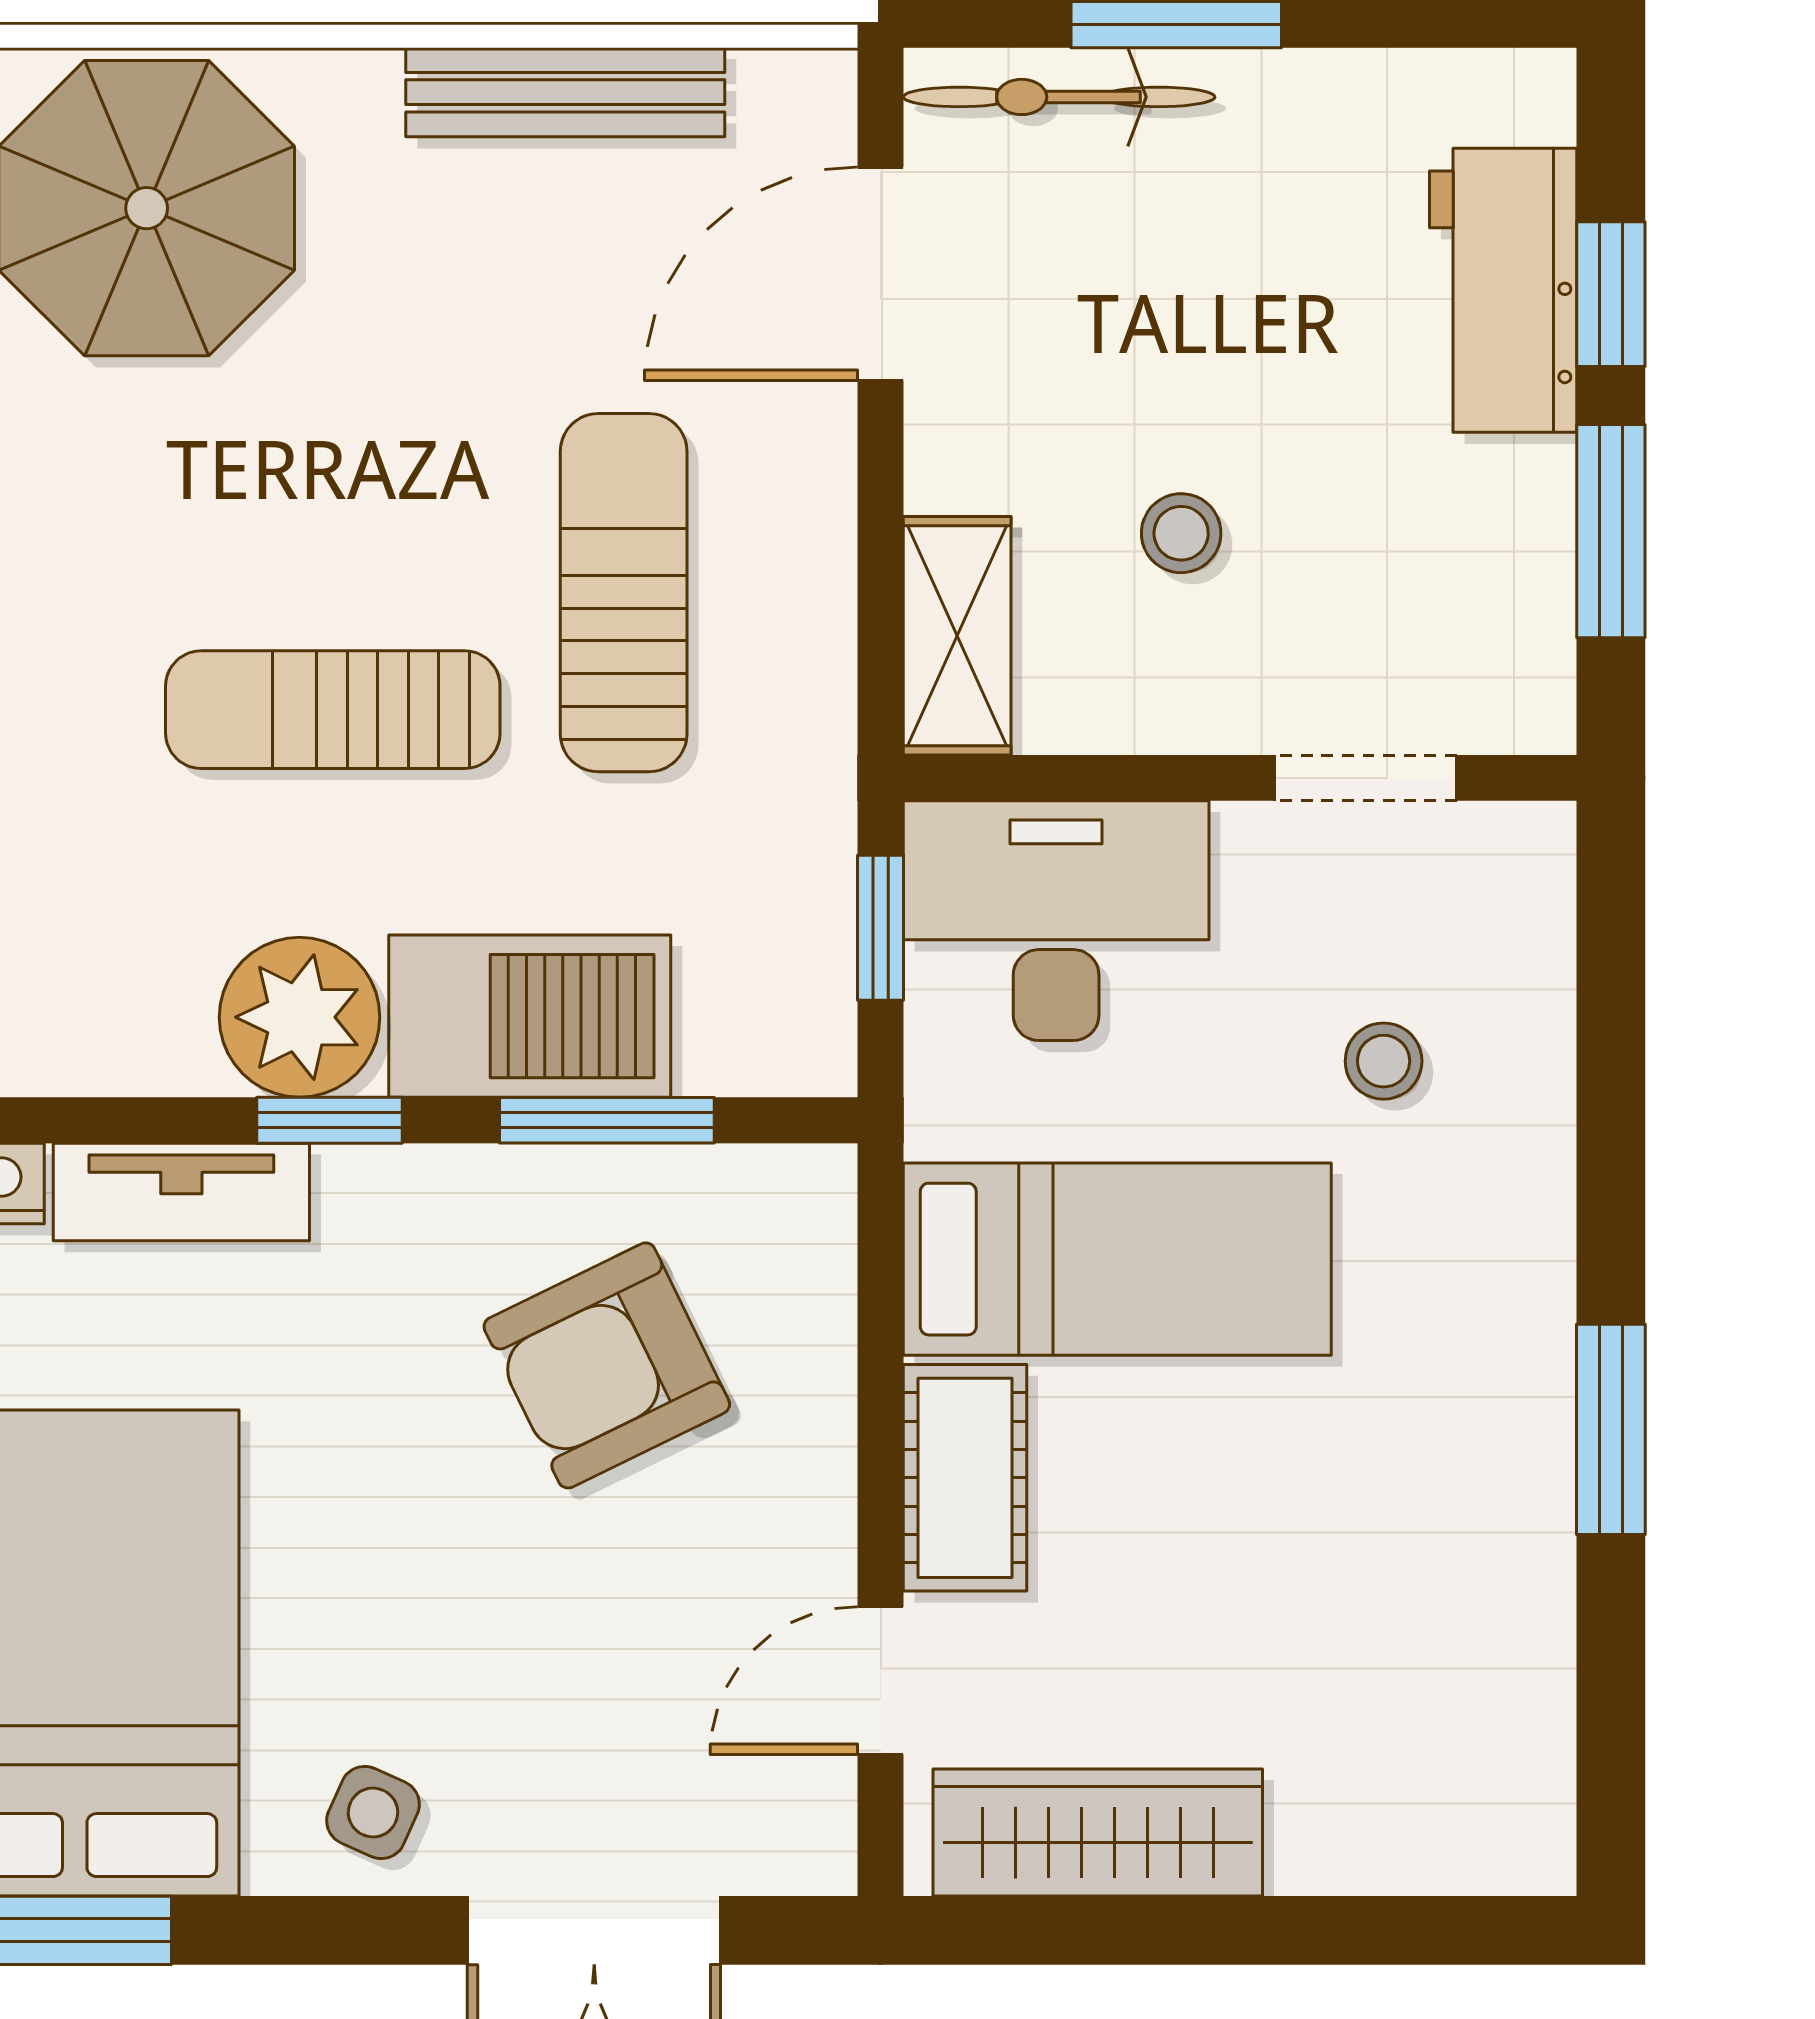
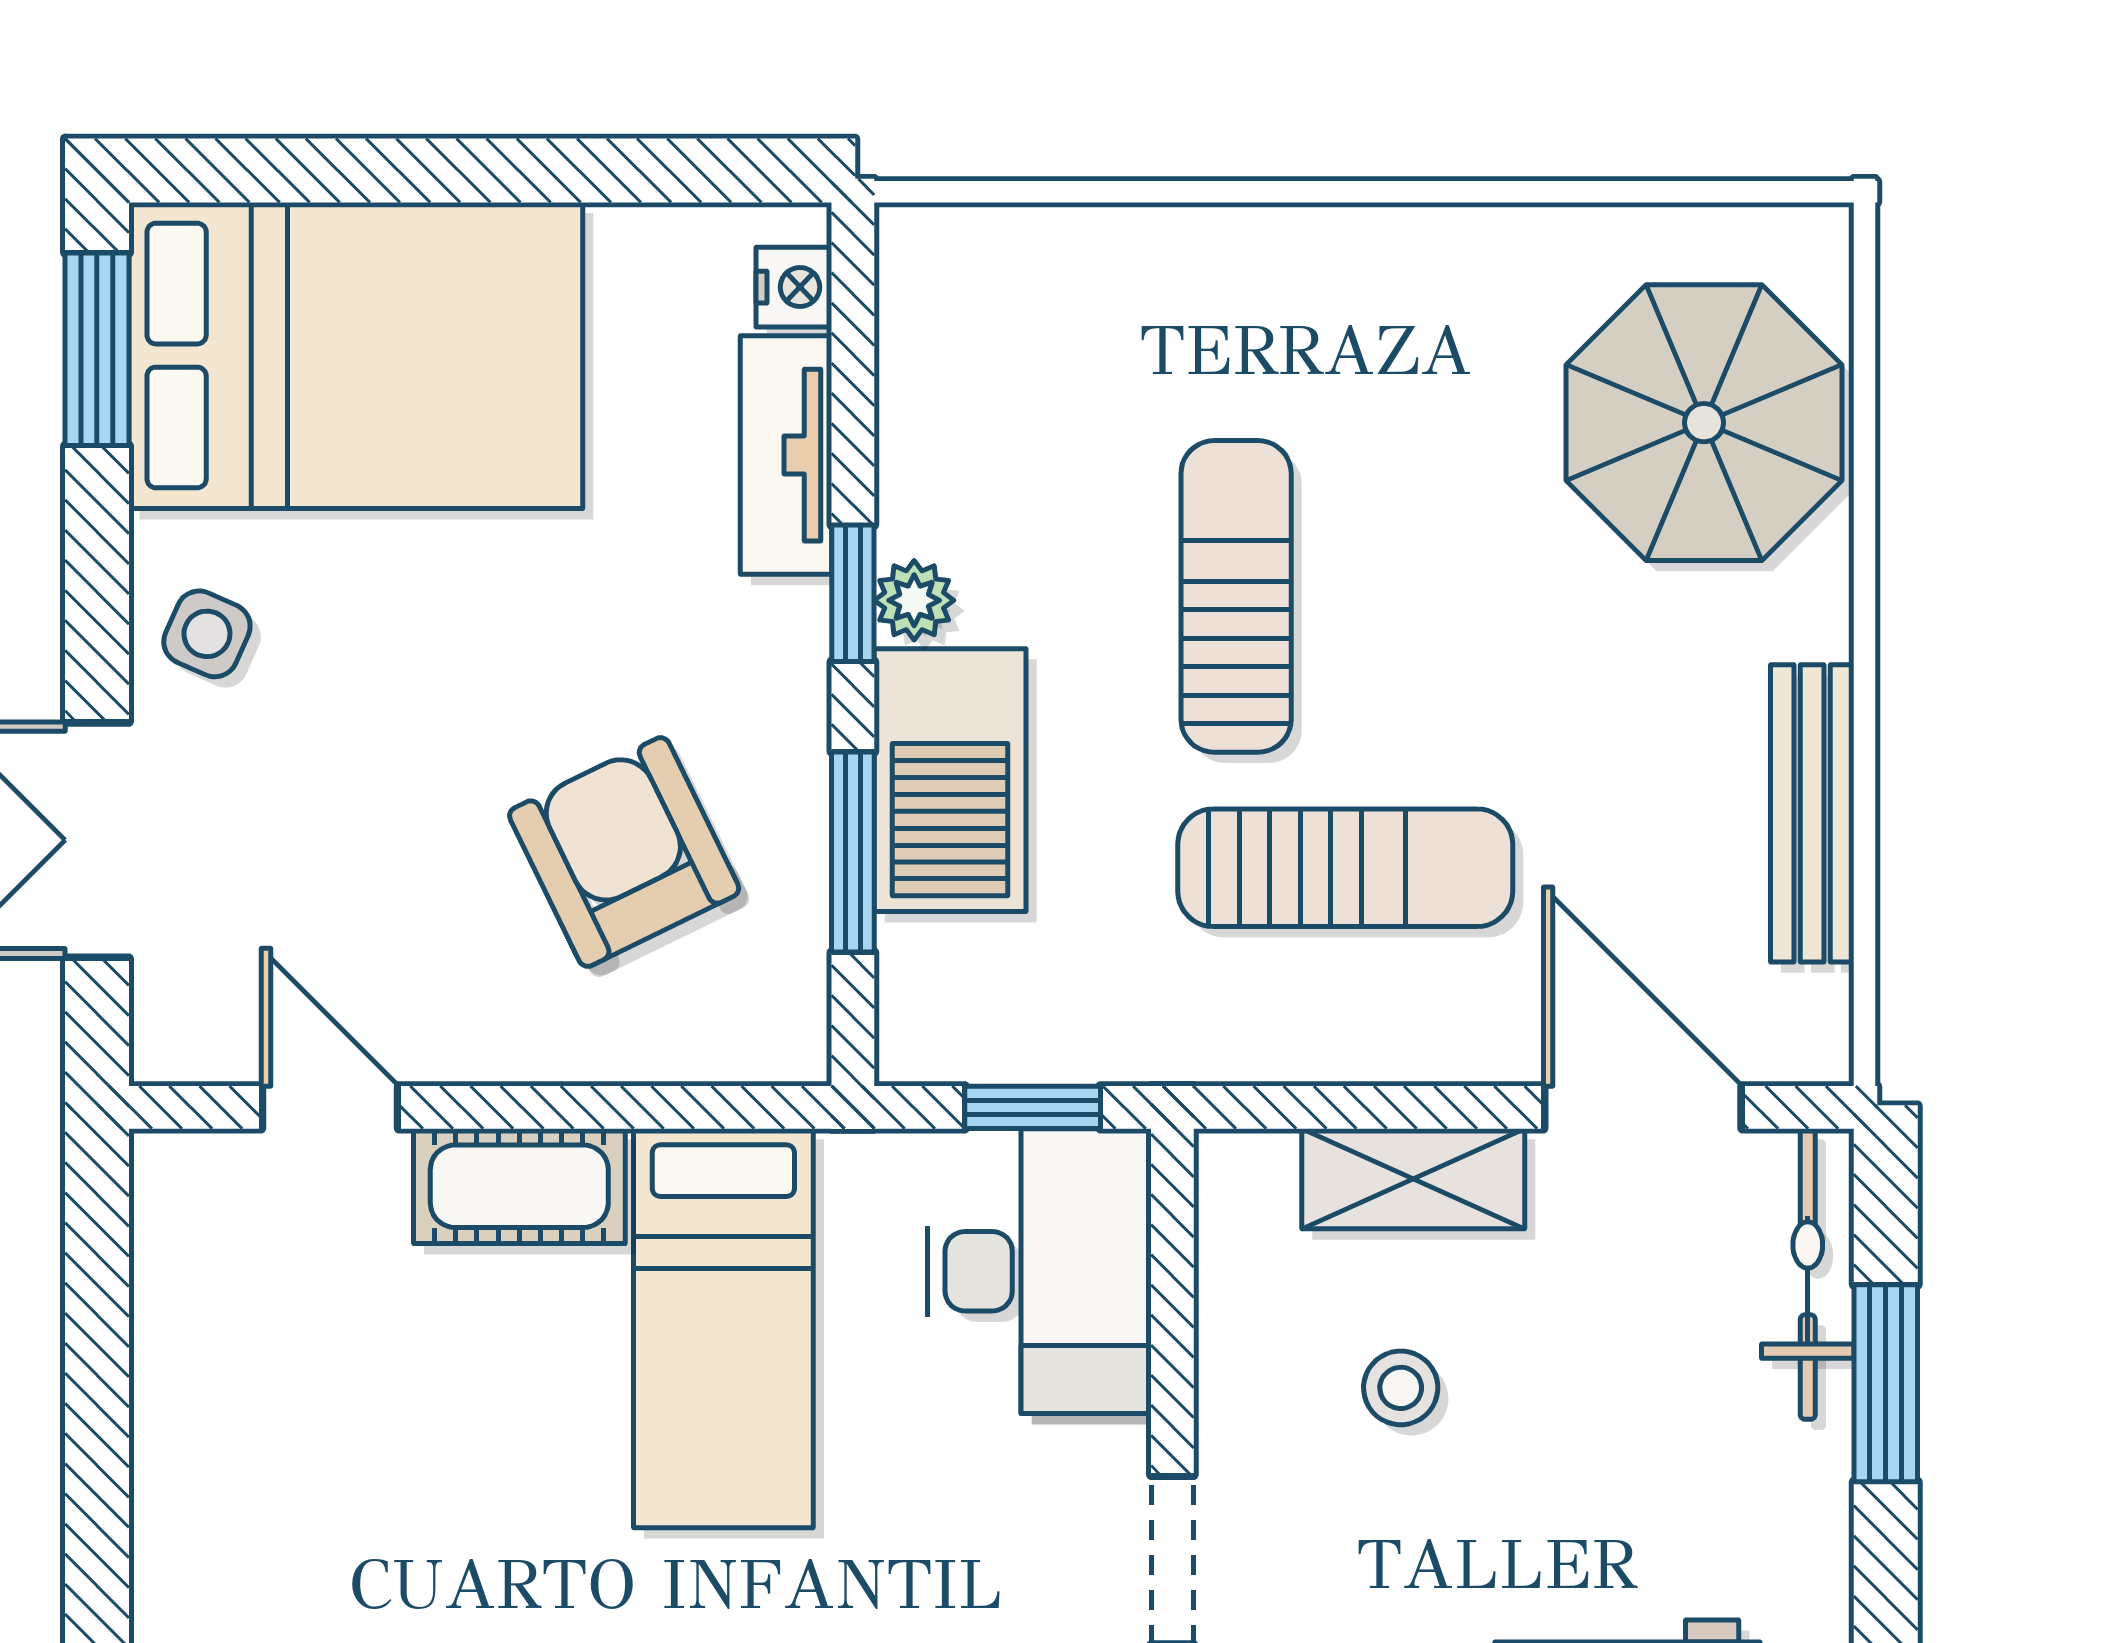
shelving: (957, 636) -> (1413, 1179), moved
plant: (300, 1017) -> (914, 600), width x0.53, depth x0.53
stool: (1384, 1061) -> (908, 1577), removed
wardrobe: (1098, 1832) -> (188, 1310), removed

